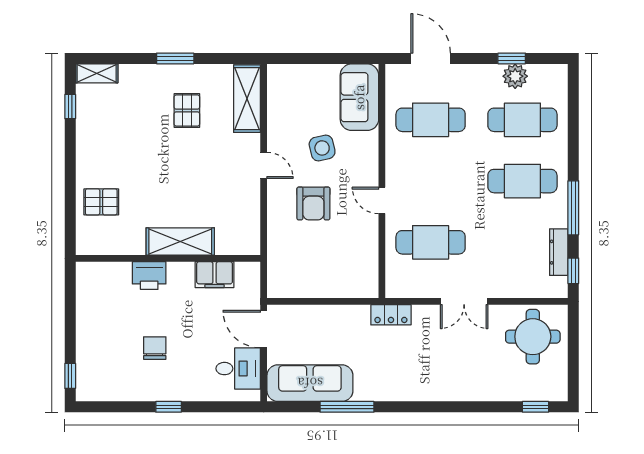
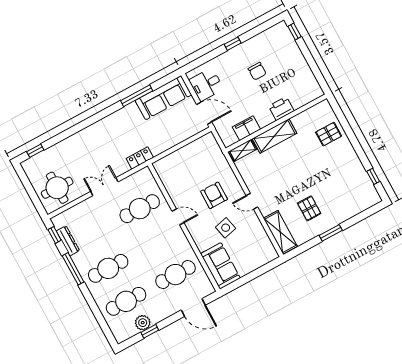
shelving: (97, 73) -> (243, 150), moved

